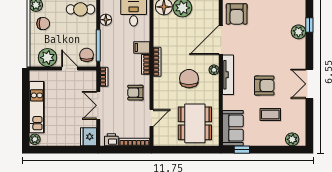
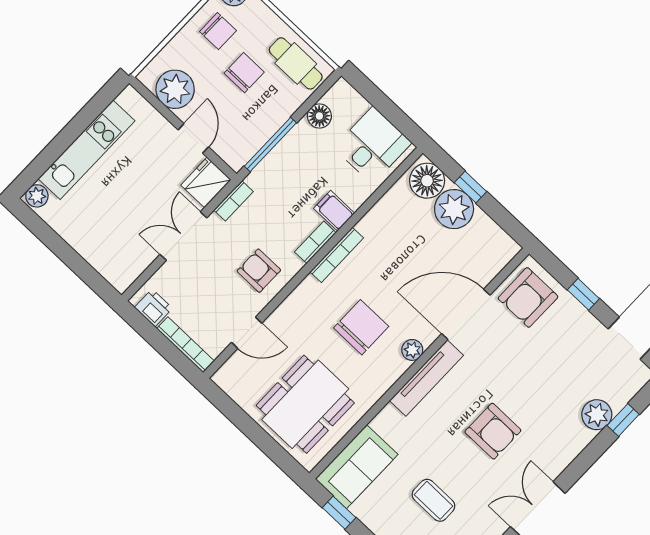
chair: (87, 55) -> (244, 73), moved
armchair: (264, 86) -> (493, 431), moved
fridge: (88, 137) -> (206, 182), moved

